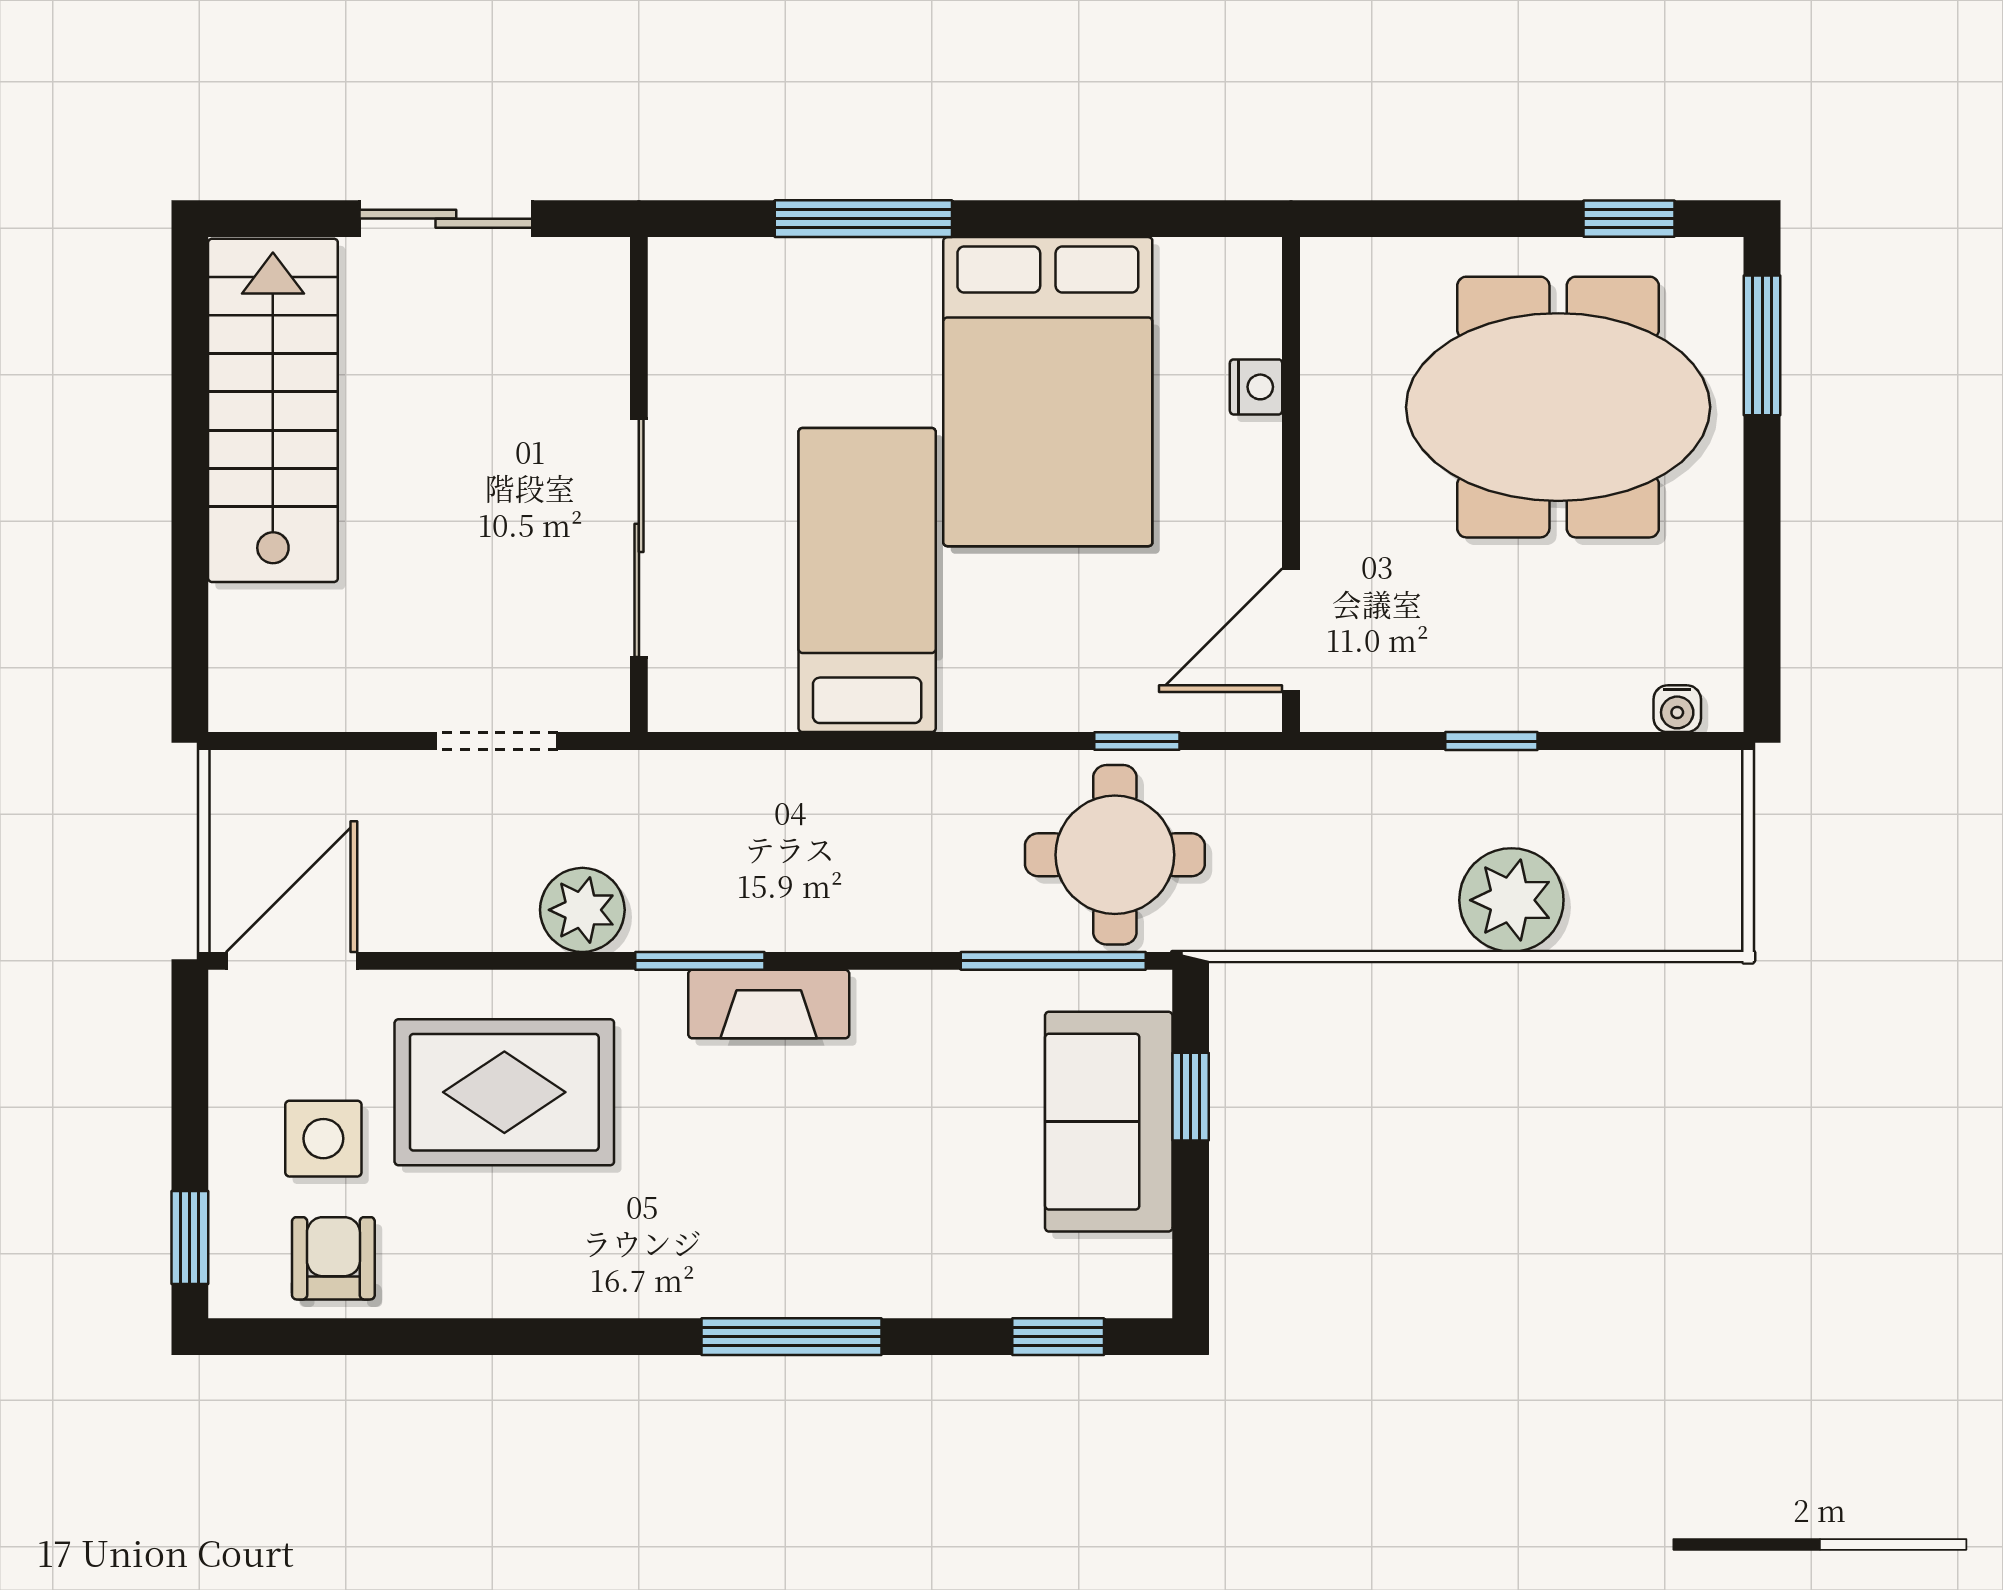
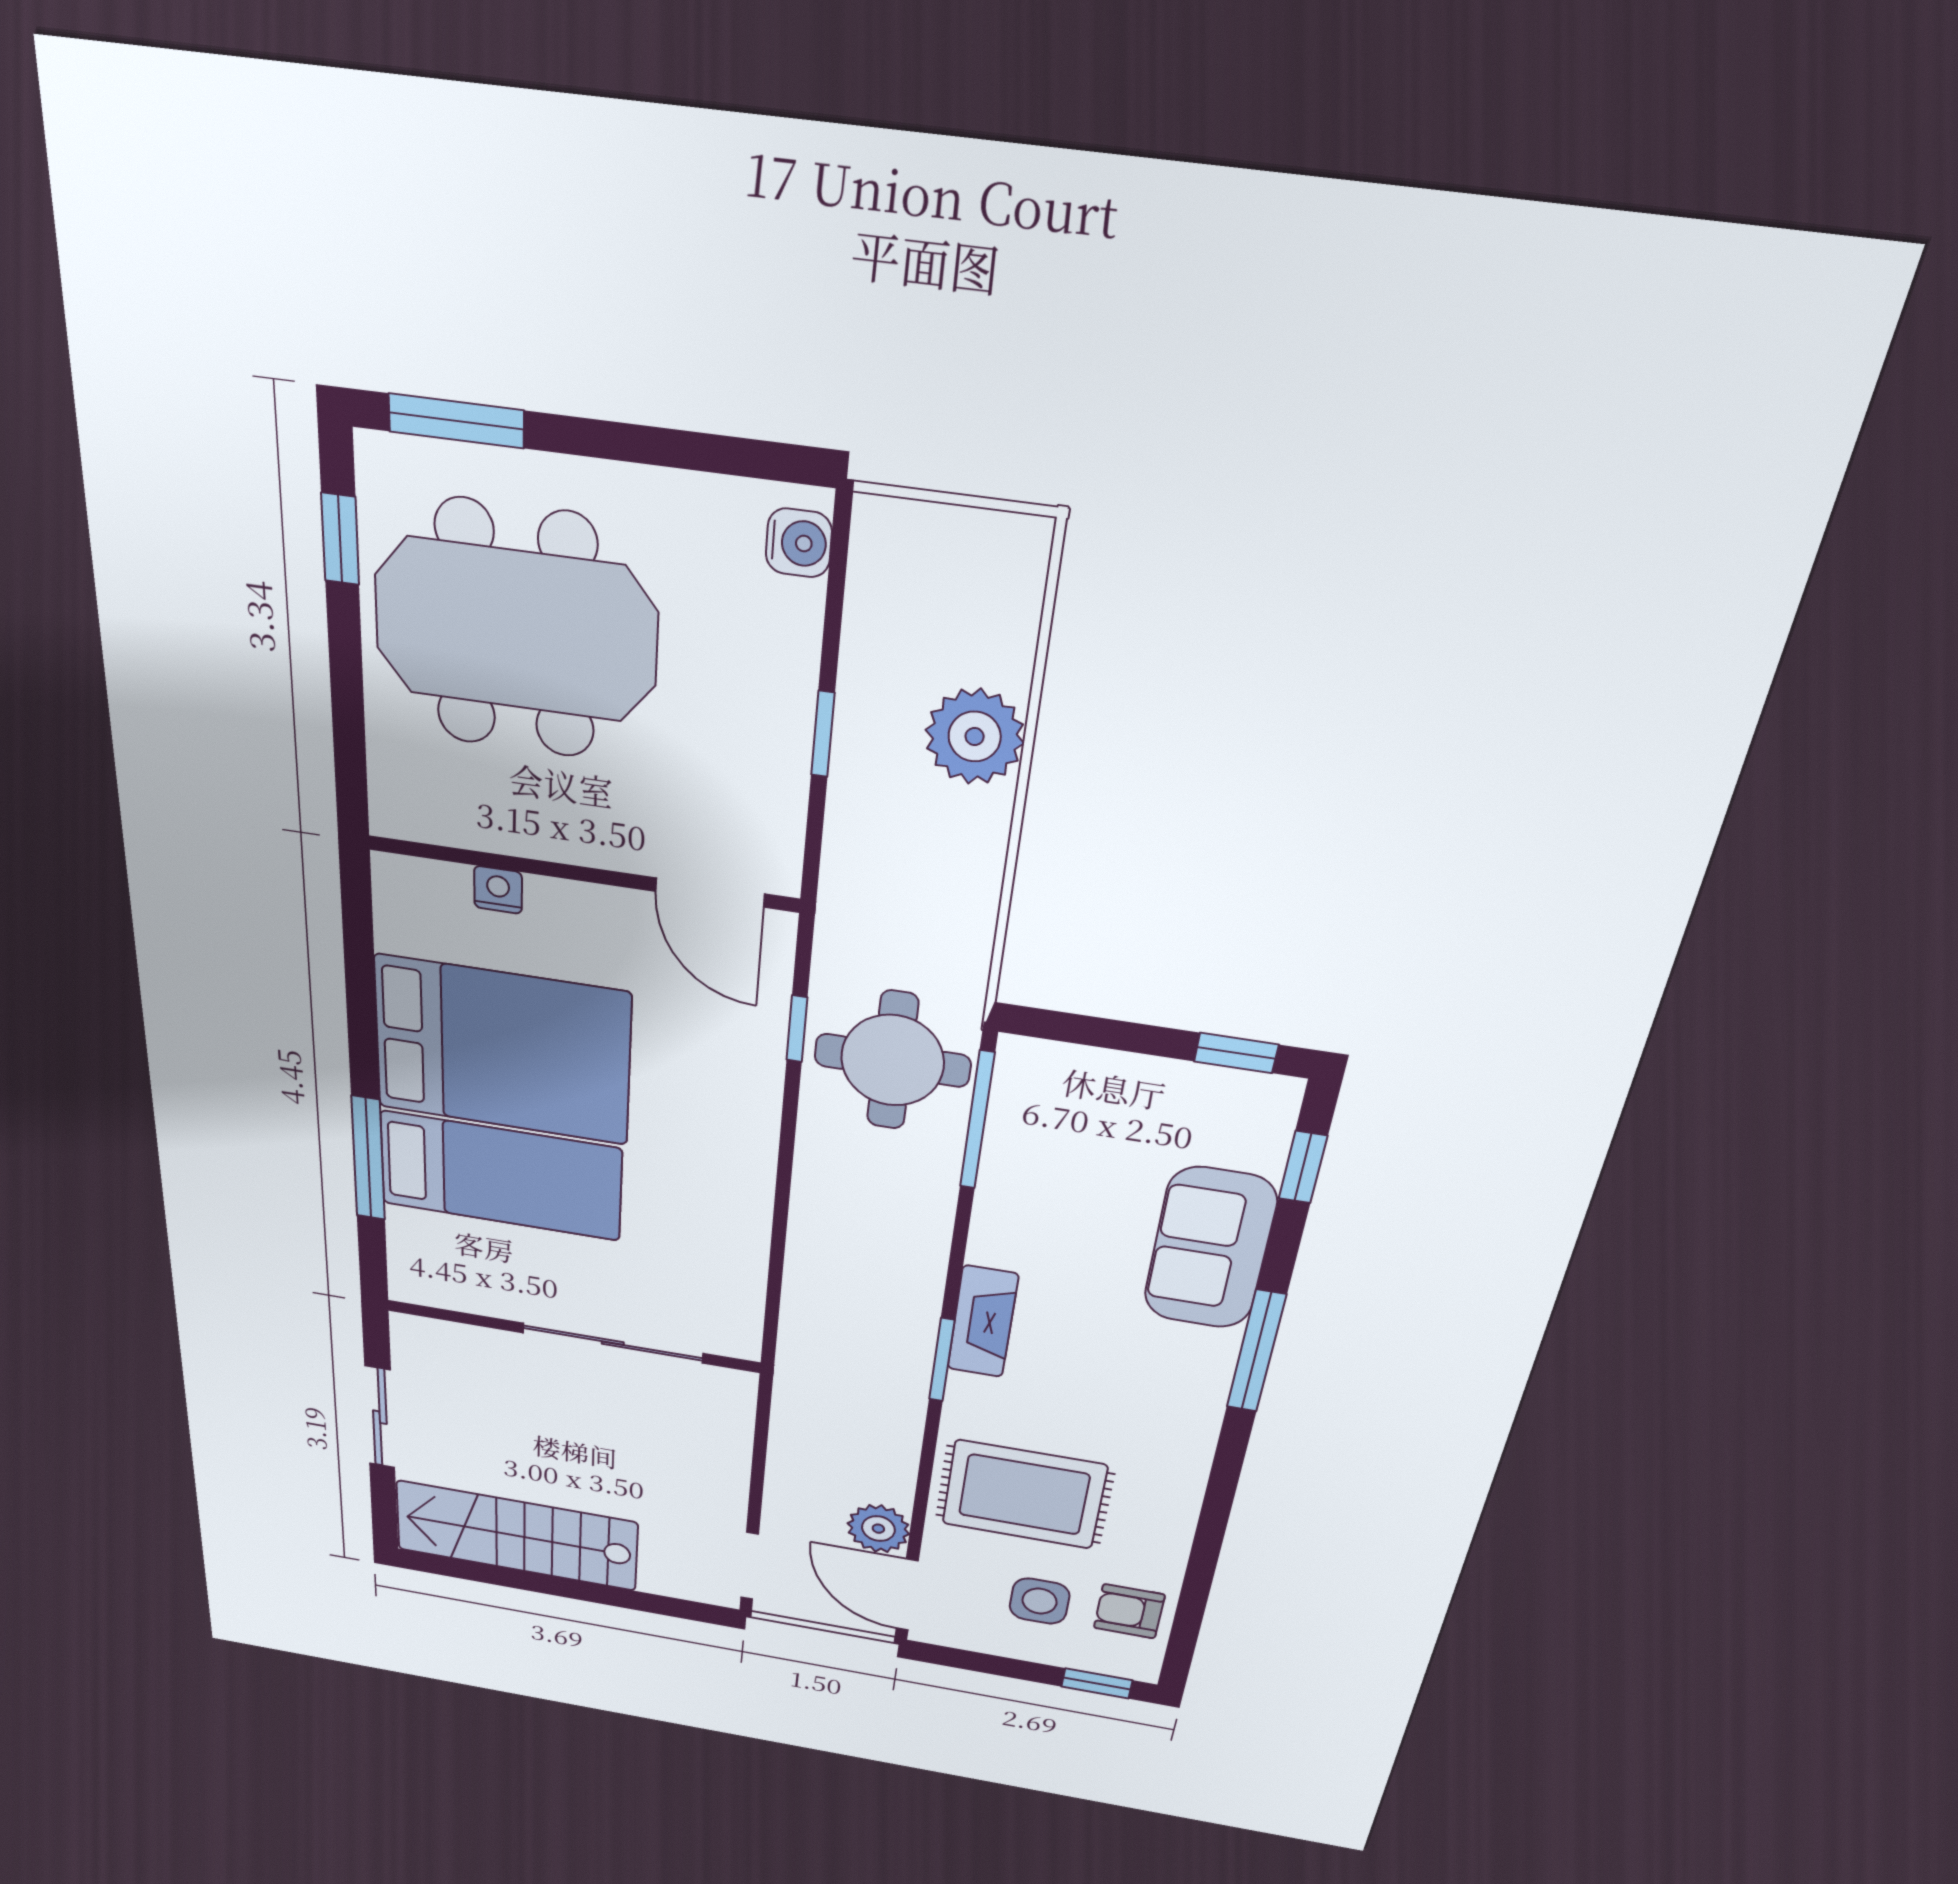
meeting table: (1558, 407) -> (516, 630), turned 90
bed: (867, 580) -> (501, 1176), moved, turned 180
water cooler: (1677, 709) -> (799, 543), width x1.38, depth x1.38
doorway: (497, 741) -> (750, 1566), moved
plant: (582, 910) -> (878, 1529), moved
rug: (504, 1092) -> (1024, 1494), turned 90
window: (1191, 1097) -> (1236, 1053), moved
sofa: (1109, 1122) -> (1210, 1248), moved, turned 90

